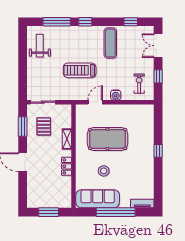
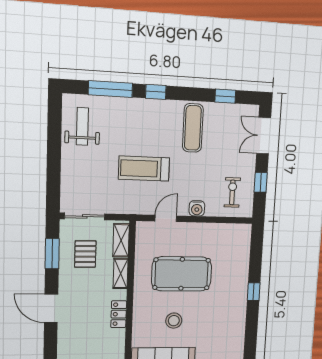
shelving: (66, 117) -> (121, 240), added

